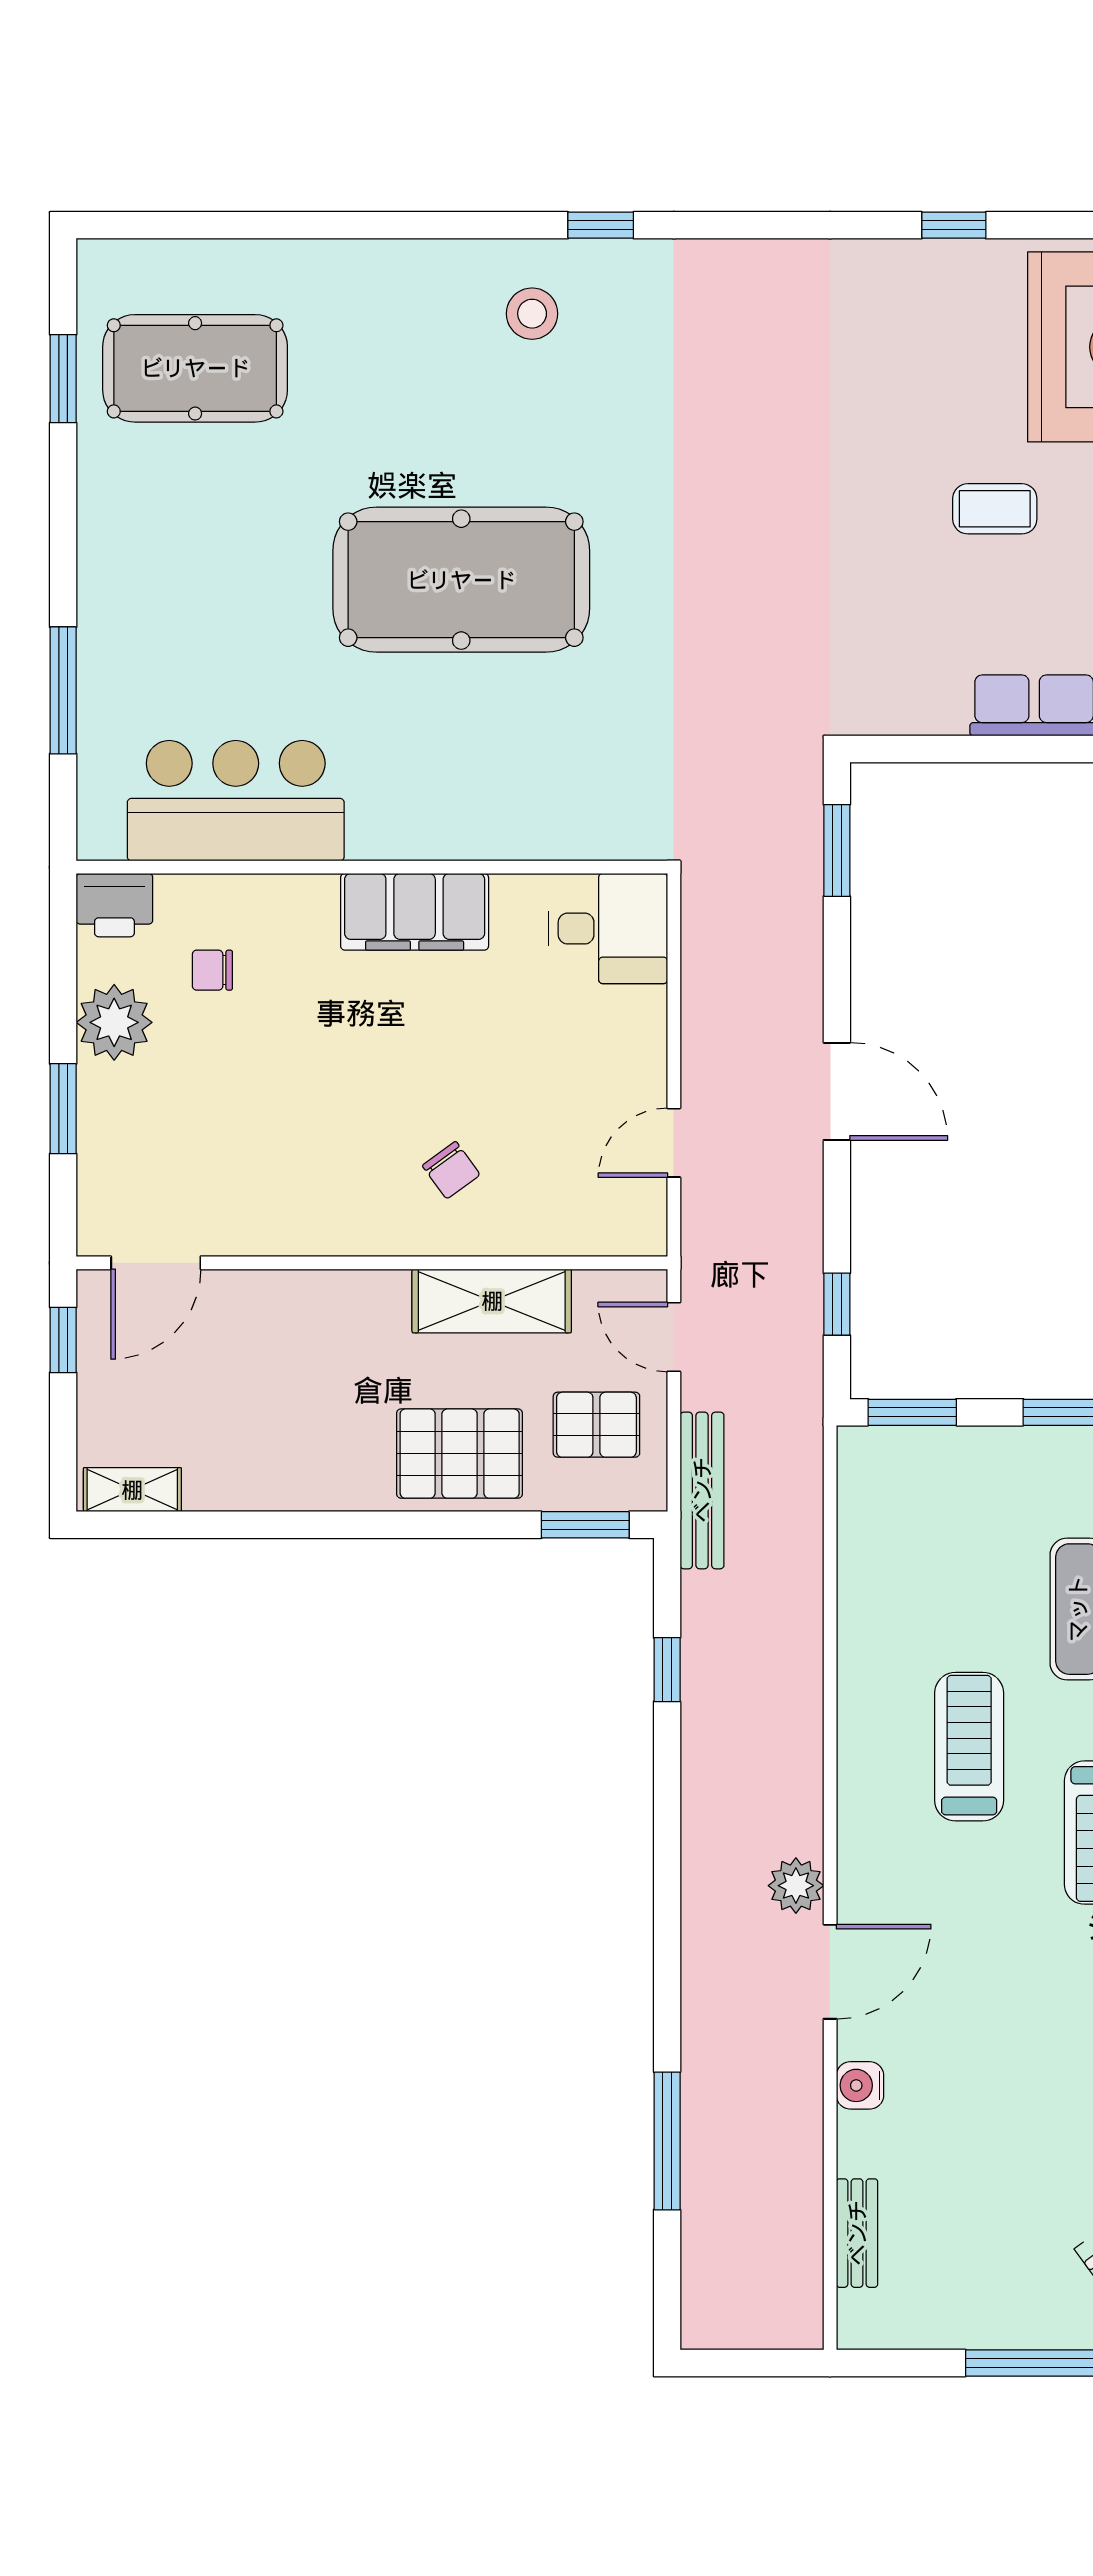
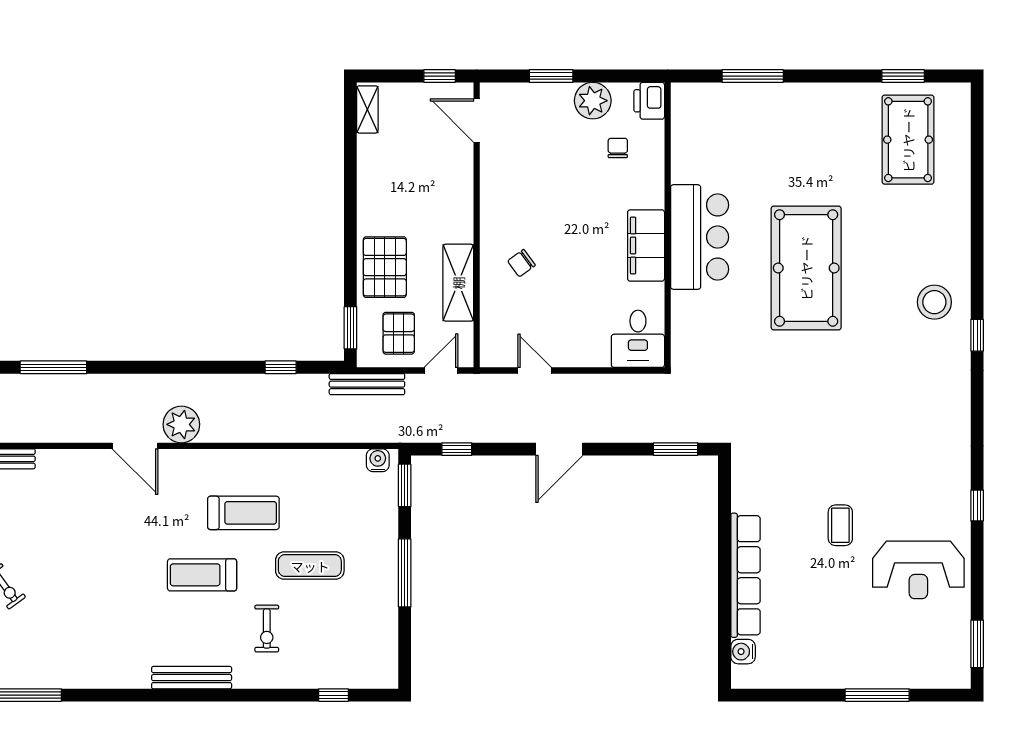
stool: (532, 314) -> (934, 302), width x1.38, depth x1.38
bar counter: (236, 801) -> (700, 237), moved
plant: (796, 1886) -> (181, 424), width x1.36, depth x1.36
water cooler: (860, 2085) -> (378, 460), moved

